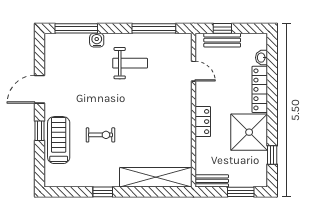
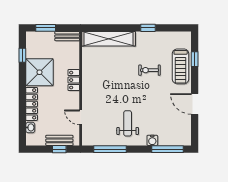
weight bench: (130, 63) -> (128, 123), turned 90
door: (40, 89) -> (195, 104), swing flipped
window: (40, 131) -> (195, 59), moved

